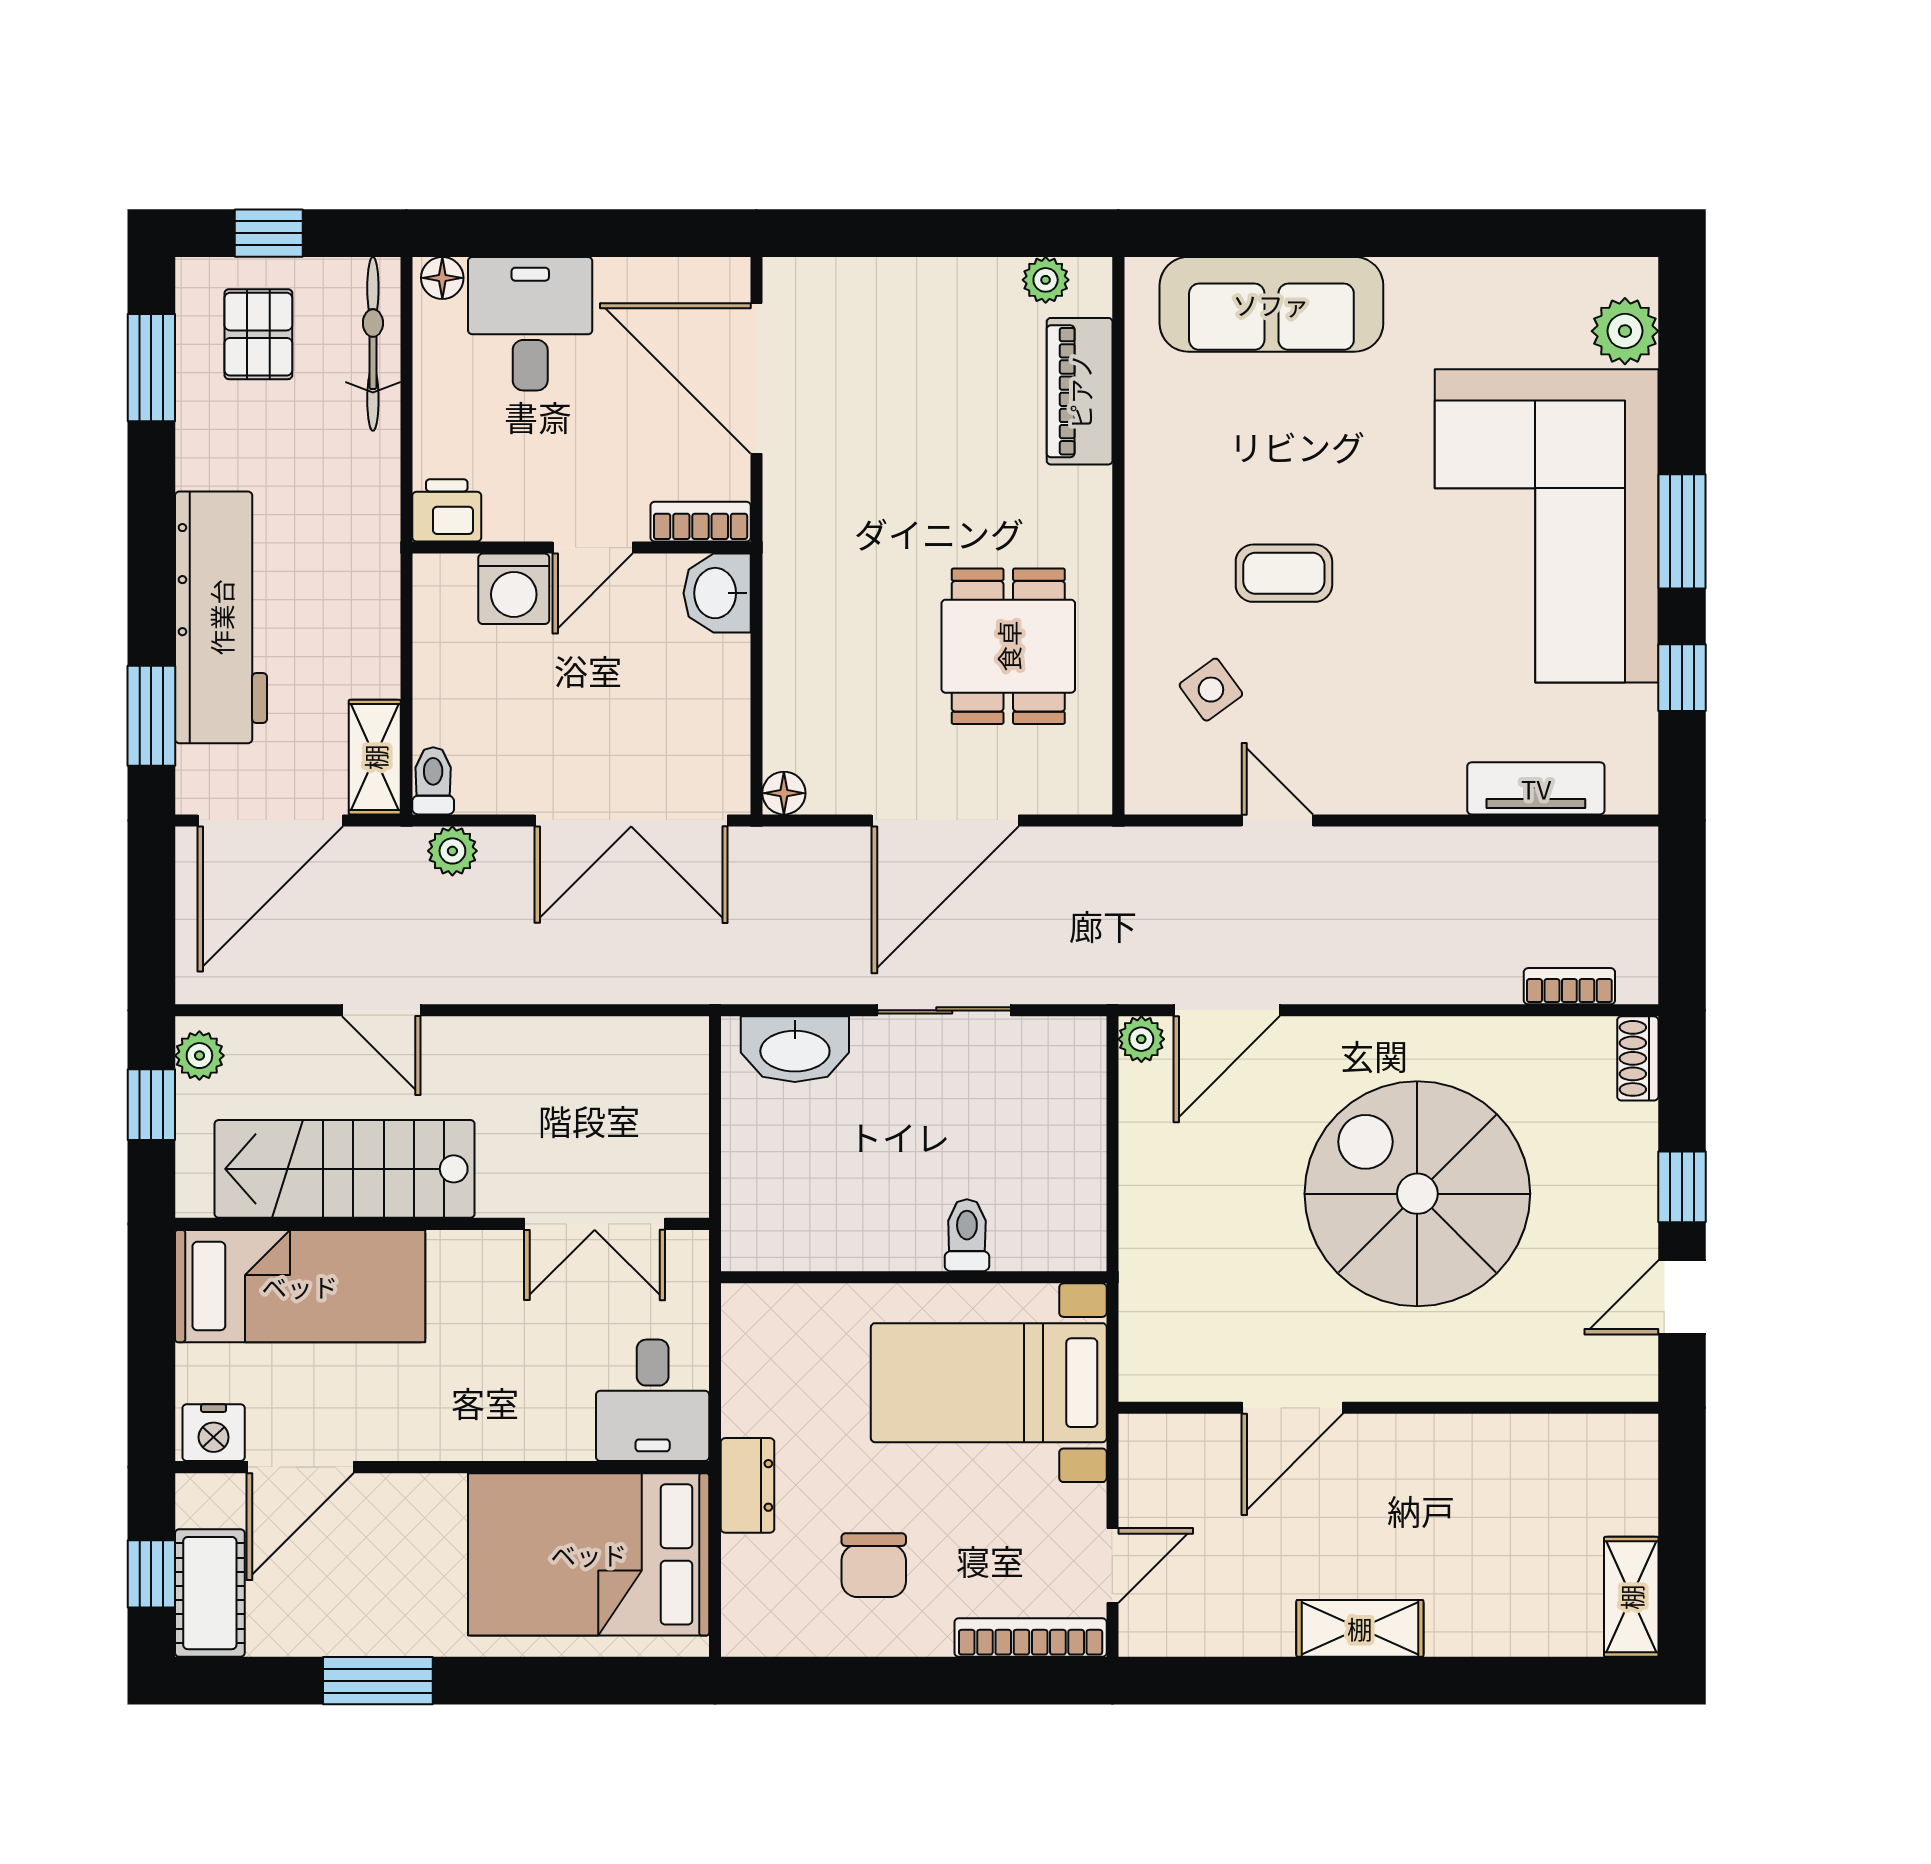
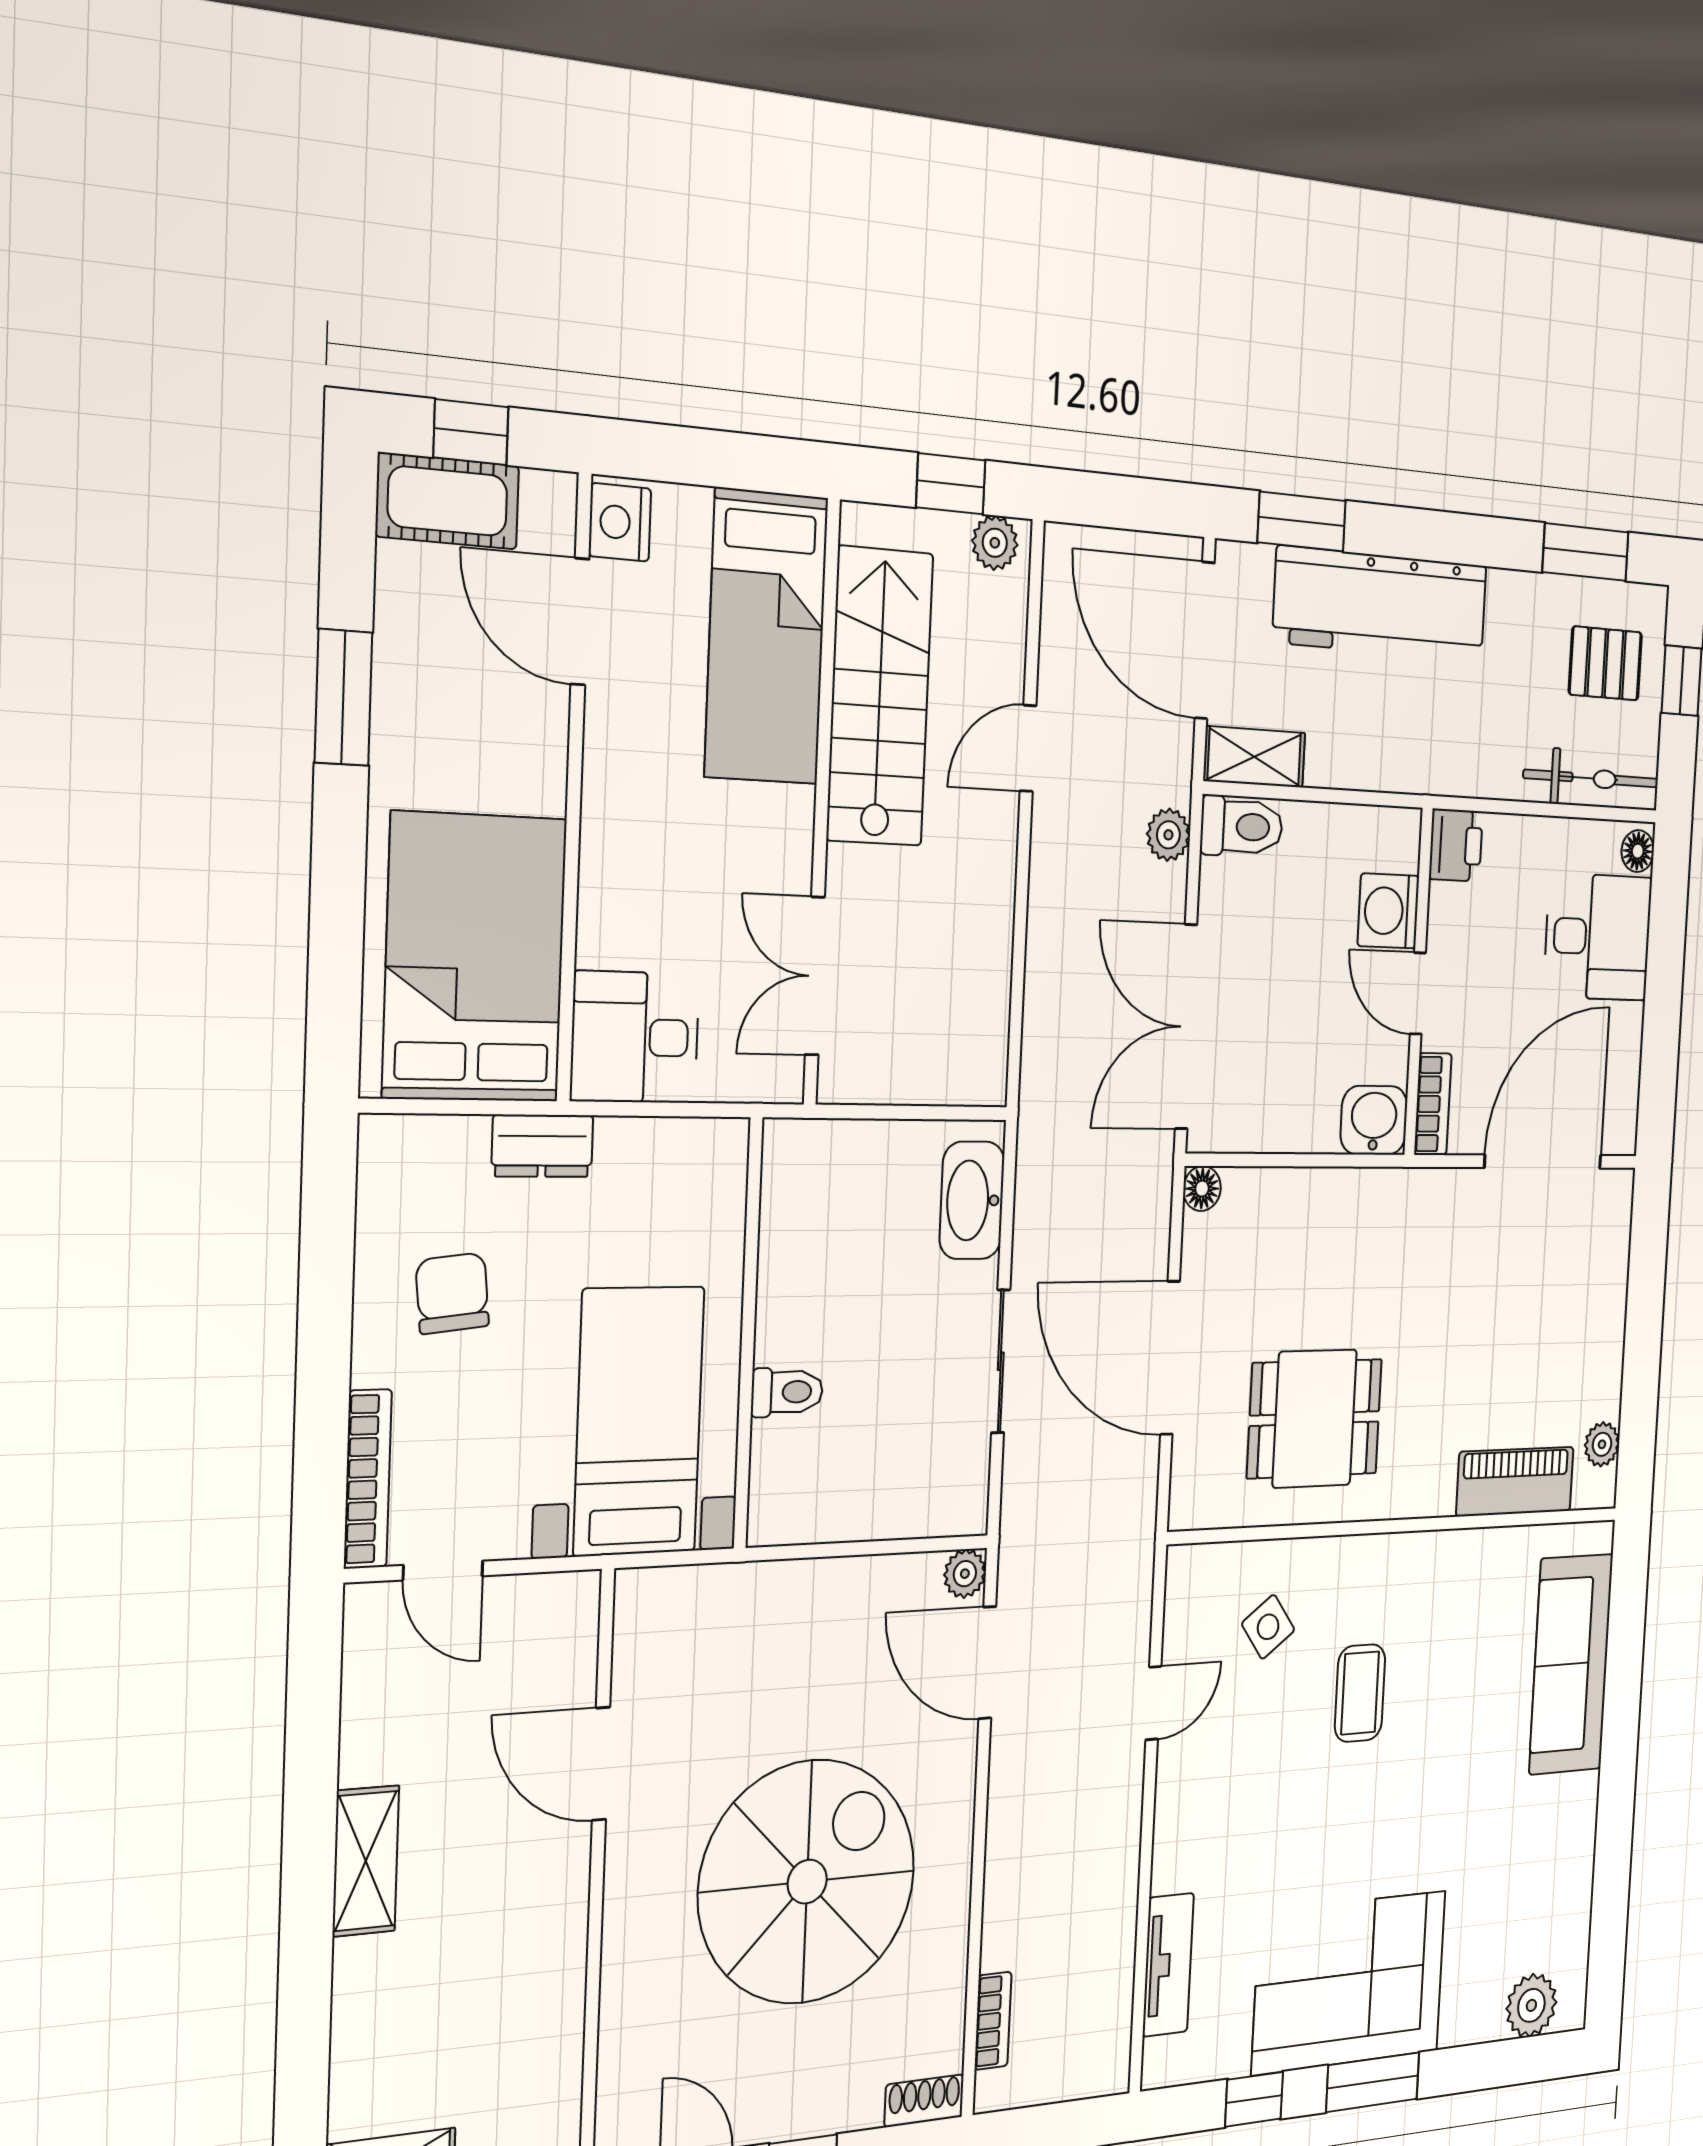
corner sofa: (1547, 526) -> (1349, 1982), width x0.73, depth x0.74
toilet: (433, 781) -> (1242, 827), width x1.37, depth x1.39
chair: (874, 1565) -> (452, 1293), turned 84

